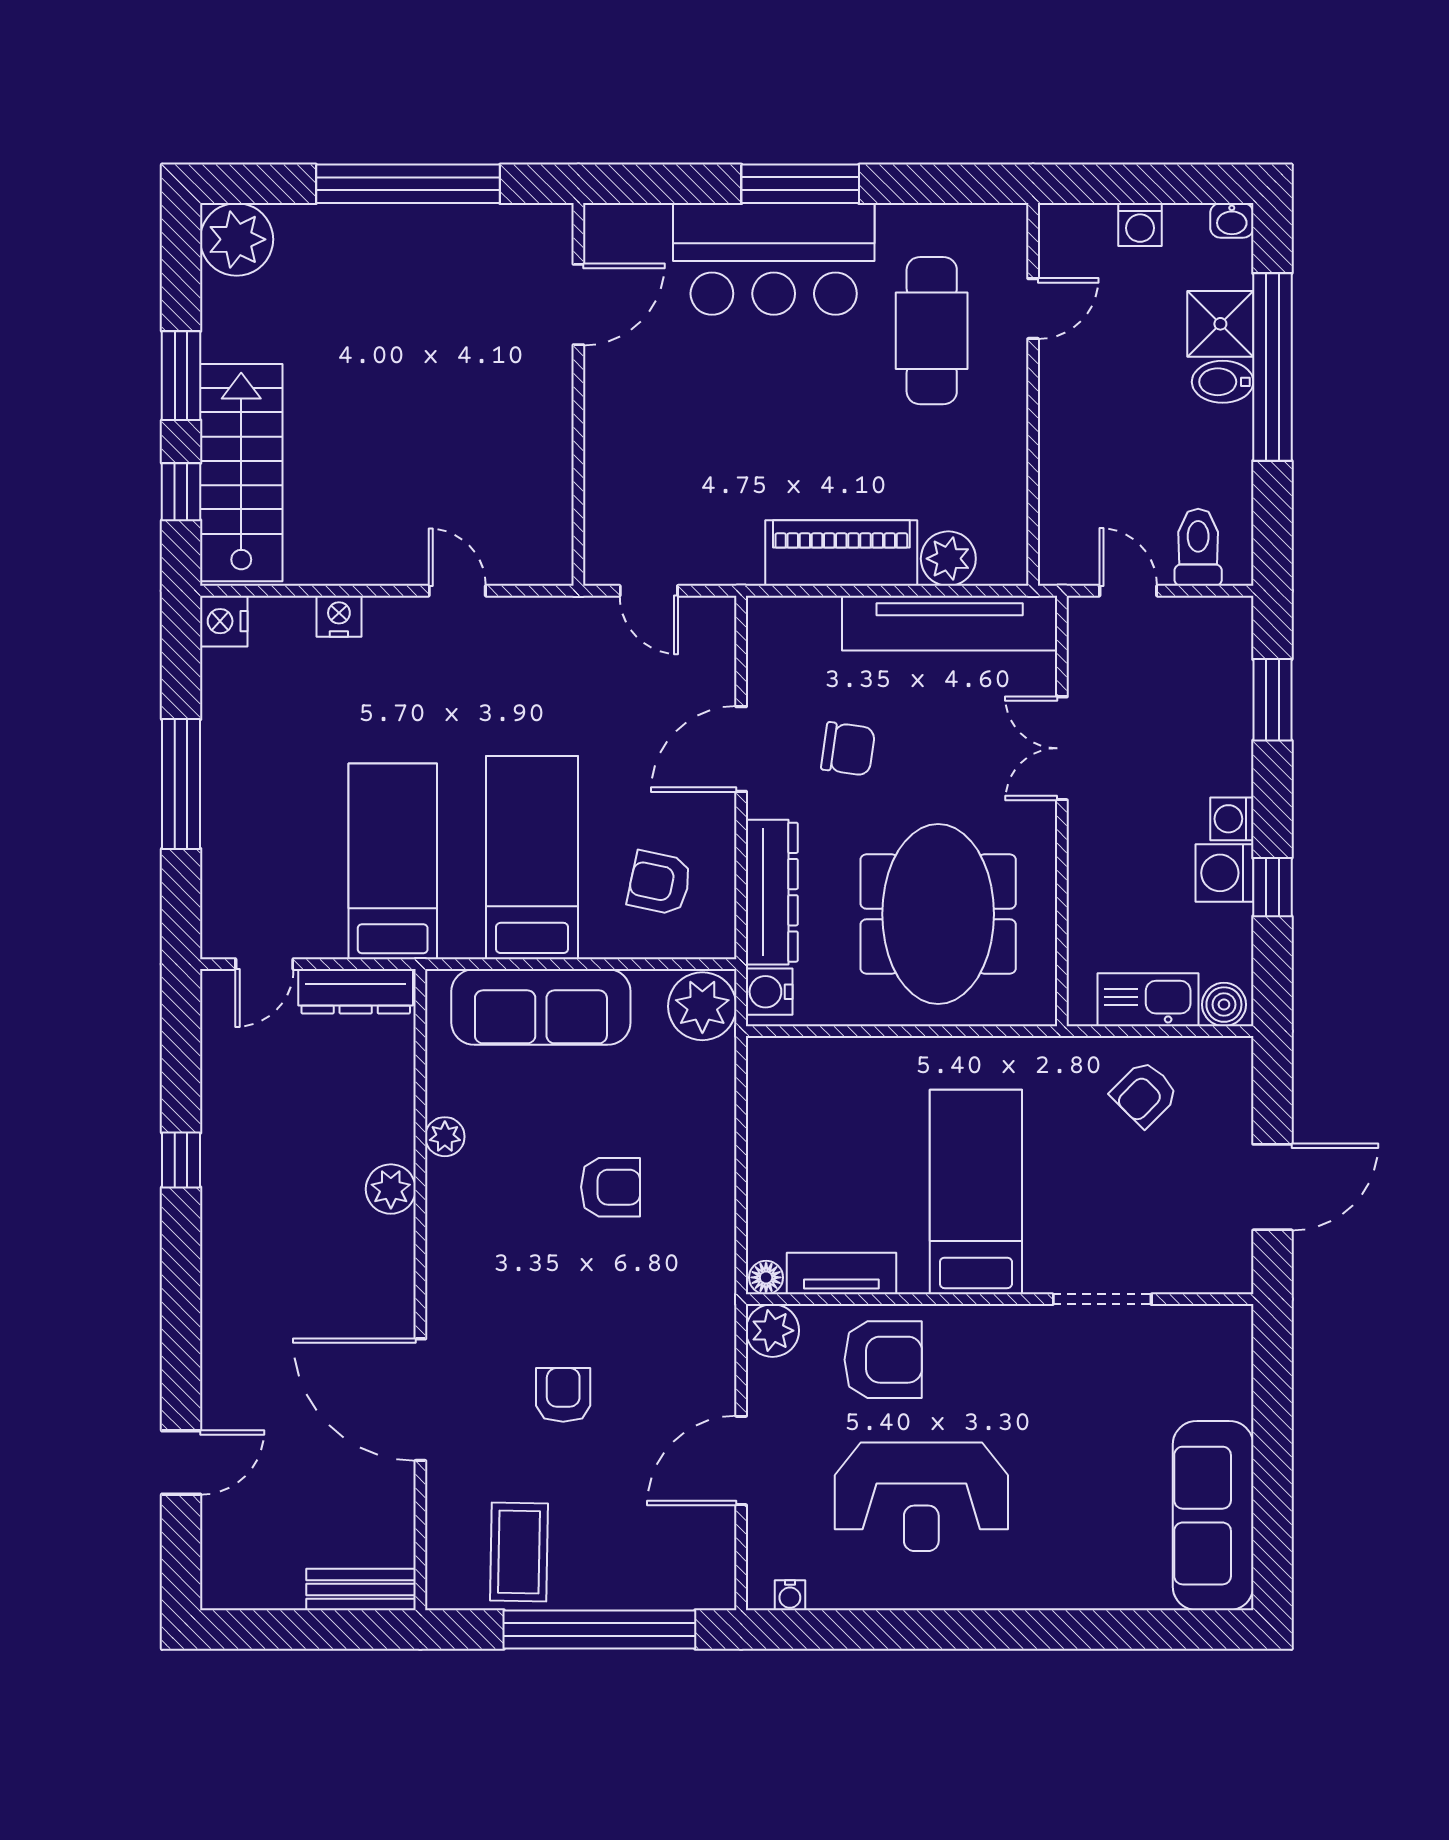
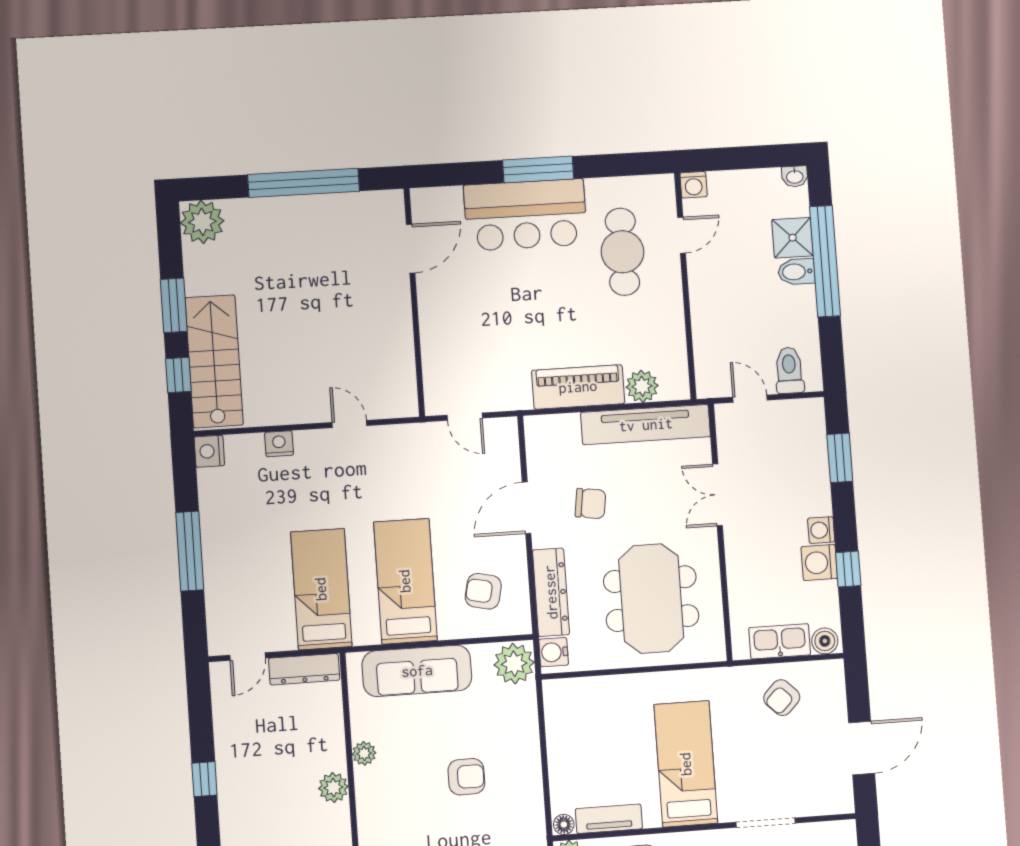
washing machine: (1140, 225) -> (694, 185), moved

